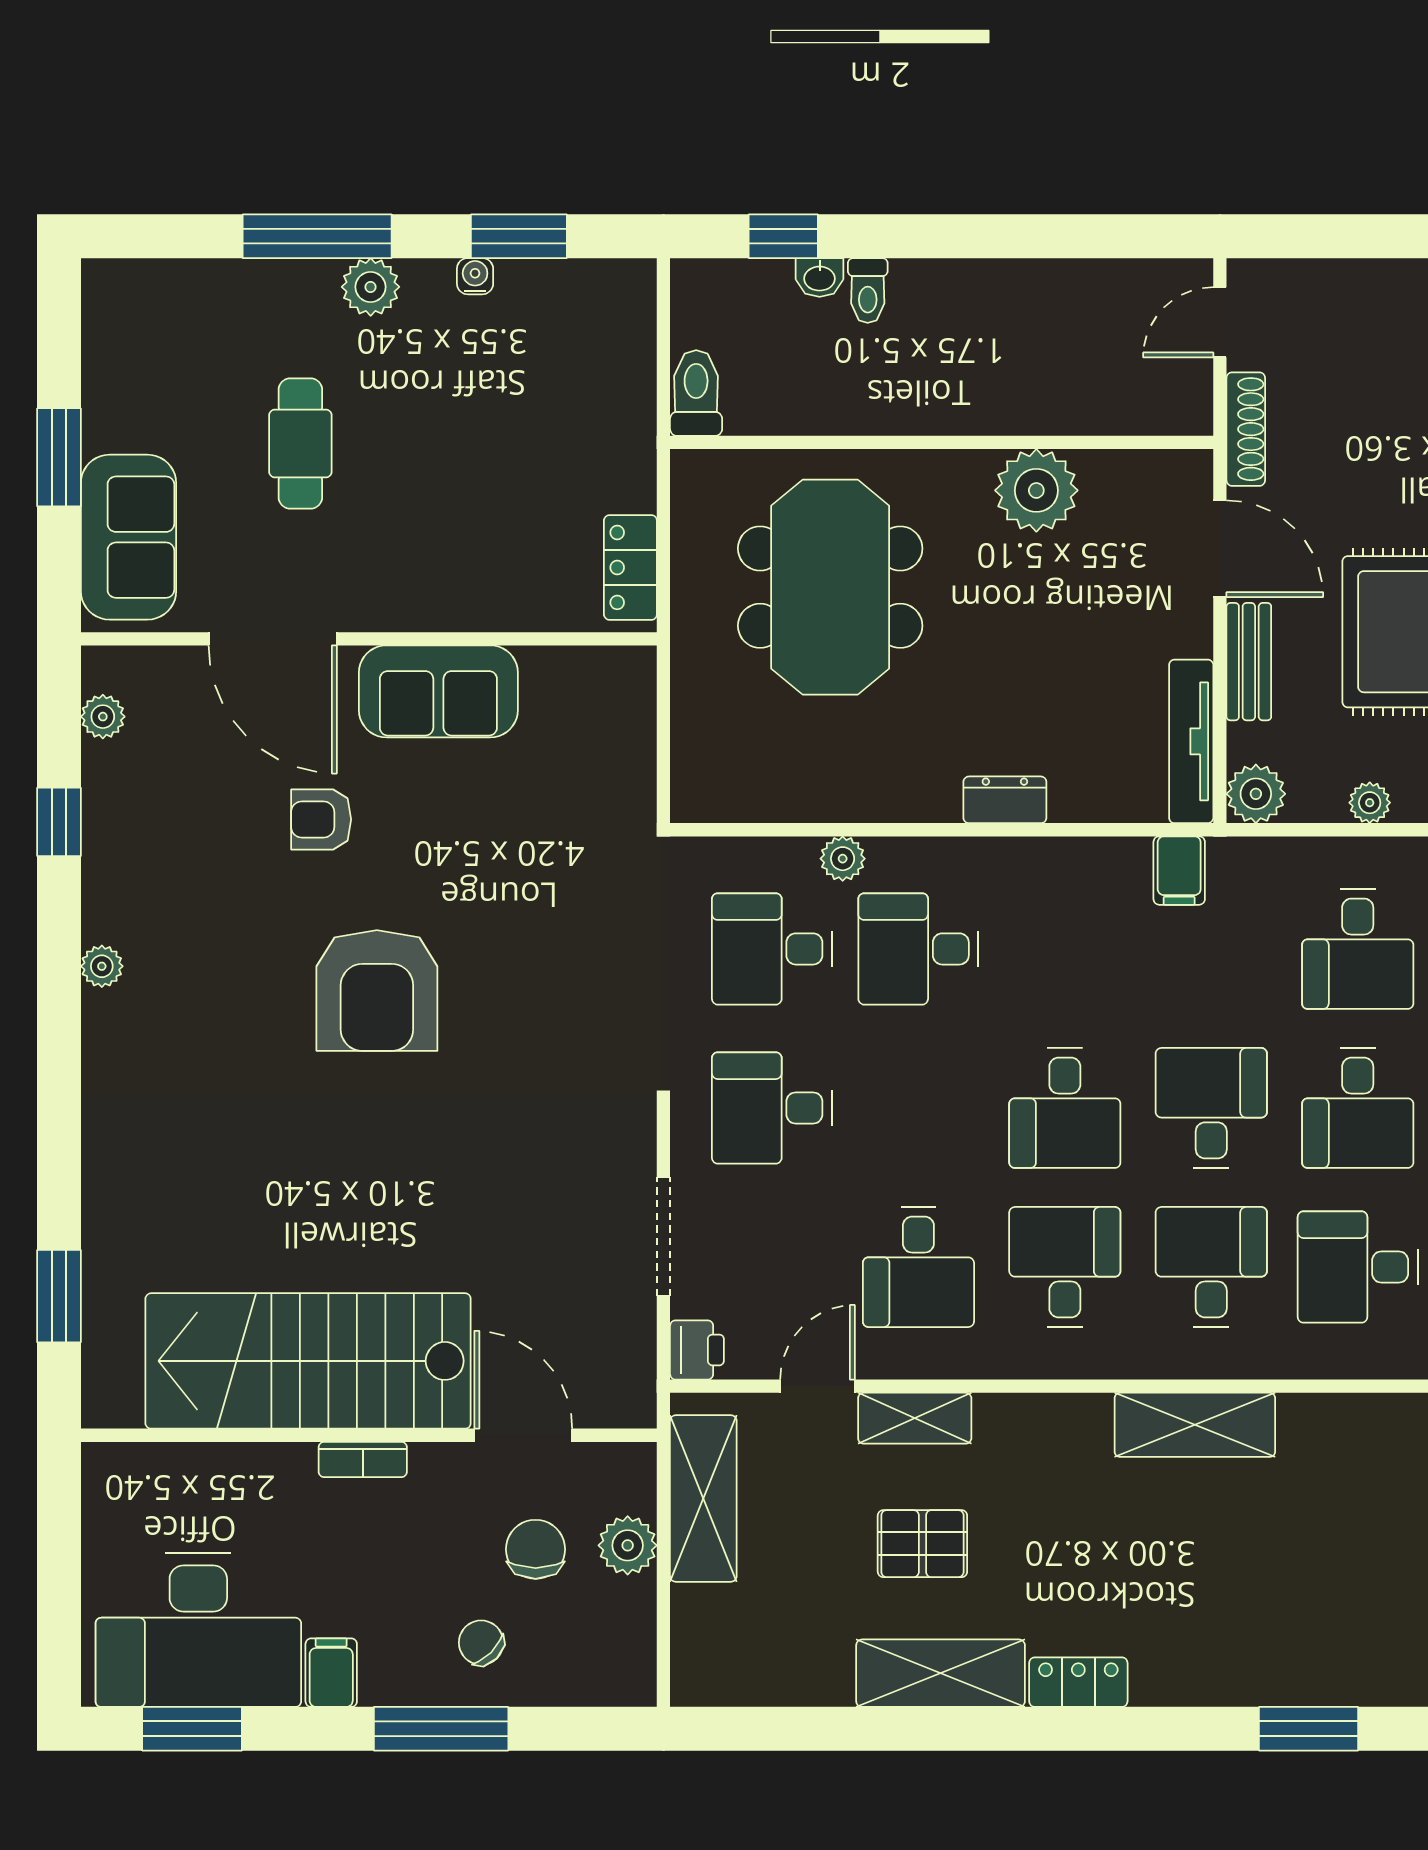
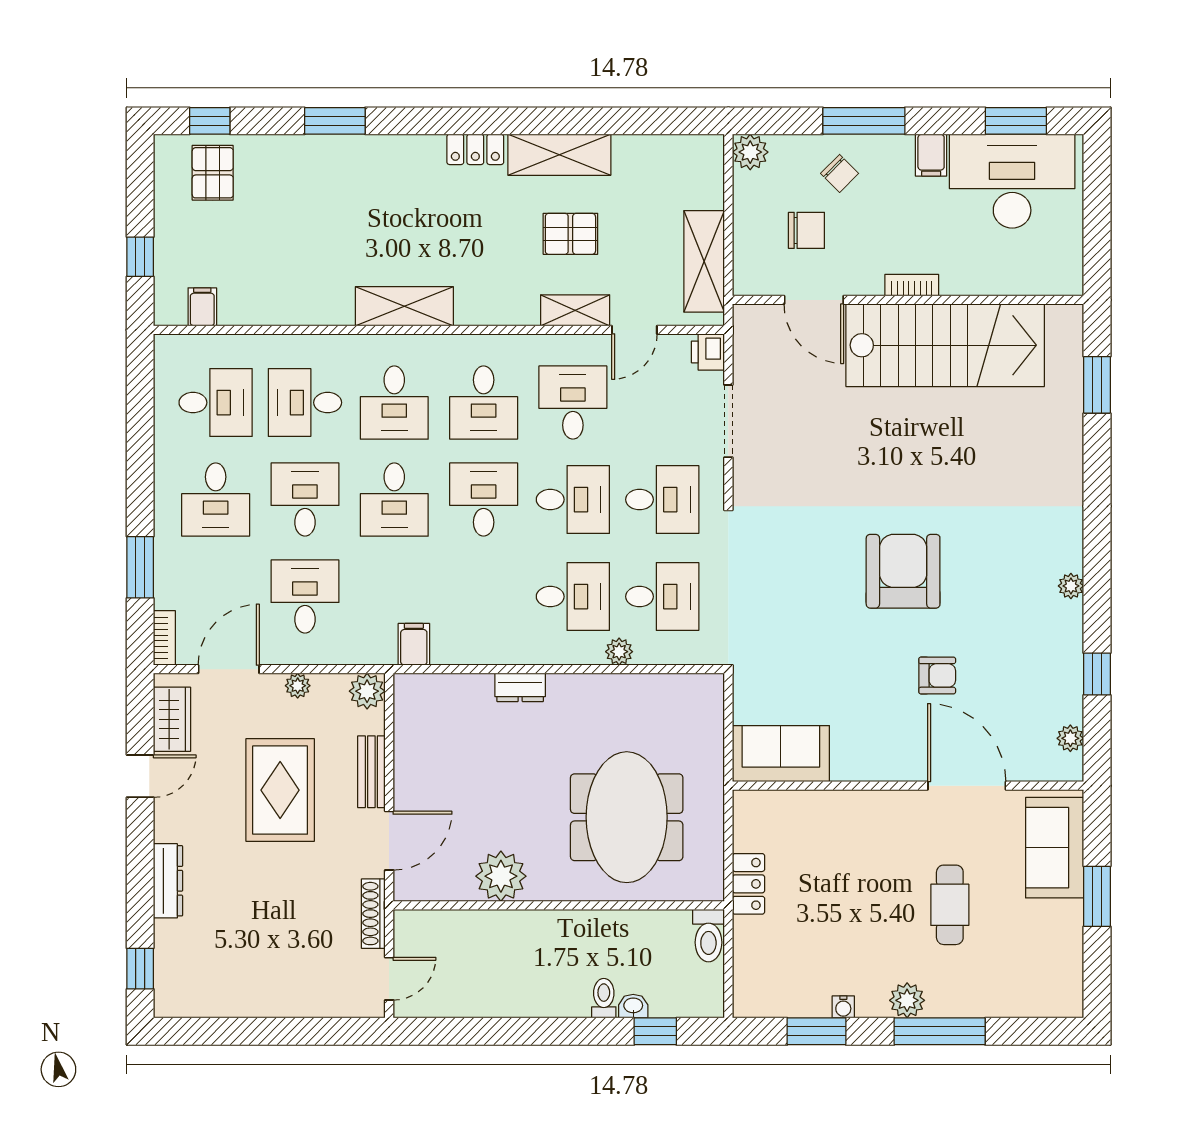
door: (1220, 549) -> (389, 841), swing flipped
locker: (630, 567) -> (749, 884), moved
sofa: (438, 691) -> (781, 754), moved
tv unit: (1191, 741) -> (407, 723), removed
desk: (918, 1108) -> (573, 500), added
desk: (1358, 1267) -> (305, 403), turned 180
plant: (628, 1545) -> (750, 152), moved
chair: (536, 1549) -> (806, 230), turned -90

